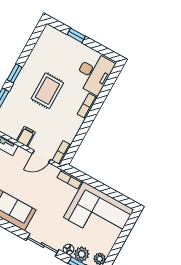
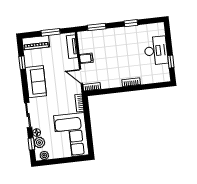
window: (76, 35) -> (171, 62), moved
window: (15, 73) -> (131, 23), moved
desk: (94, 73) -> (156, 51), moved, turned -90
rug: (47, 91) -> (123, 52), removed

